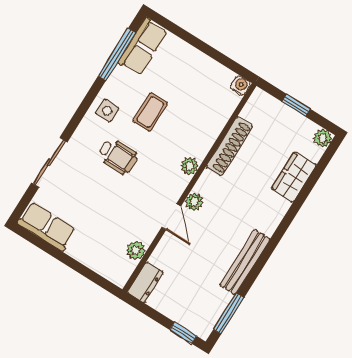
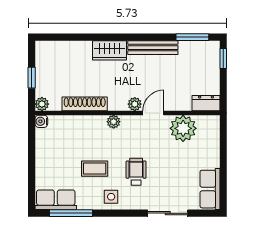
plant: (323, 138) -> (42, 104), moved
wardrobe: (294, 177) -> (110, 50), moved
plant: (136, 250) -> (183, 128), width x1.88, depth x1.88

